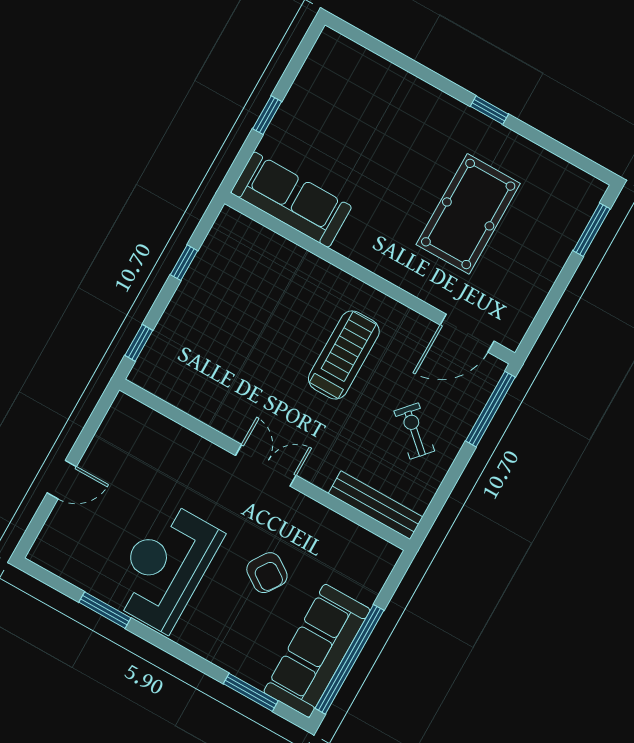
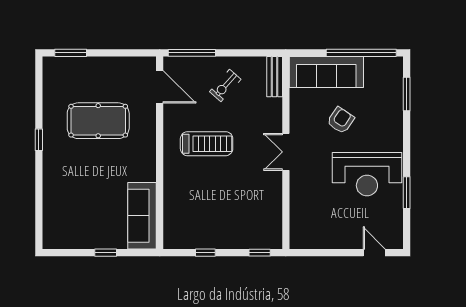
treadmill: (344, 355) -> (207, 144), turned 180
door: (62, 480) -> (374, 253), moved
bench: (375, 505) -> (275, 77), width x0.73
sofa: (317, 651) -> (326, 72), moved

